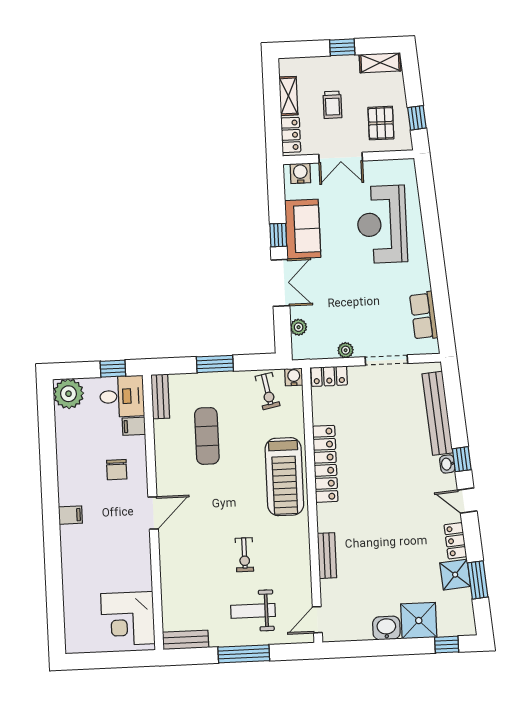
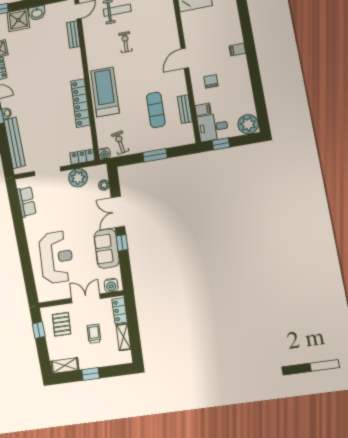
plant: (346, 350) -> (78, 178), width x1.88, depth x1.88
bench: (160, 396) -> (185, 109), moved
bench: (327, 556) -> (73, 34), moved

